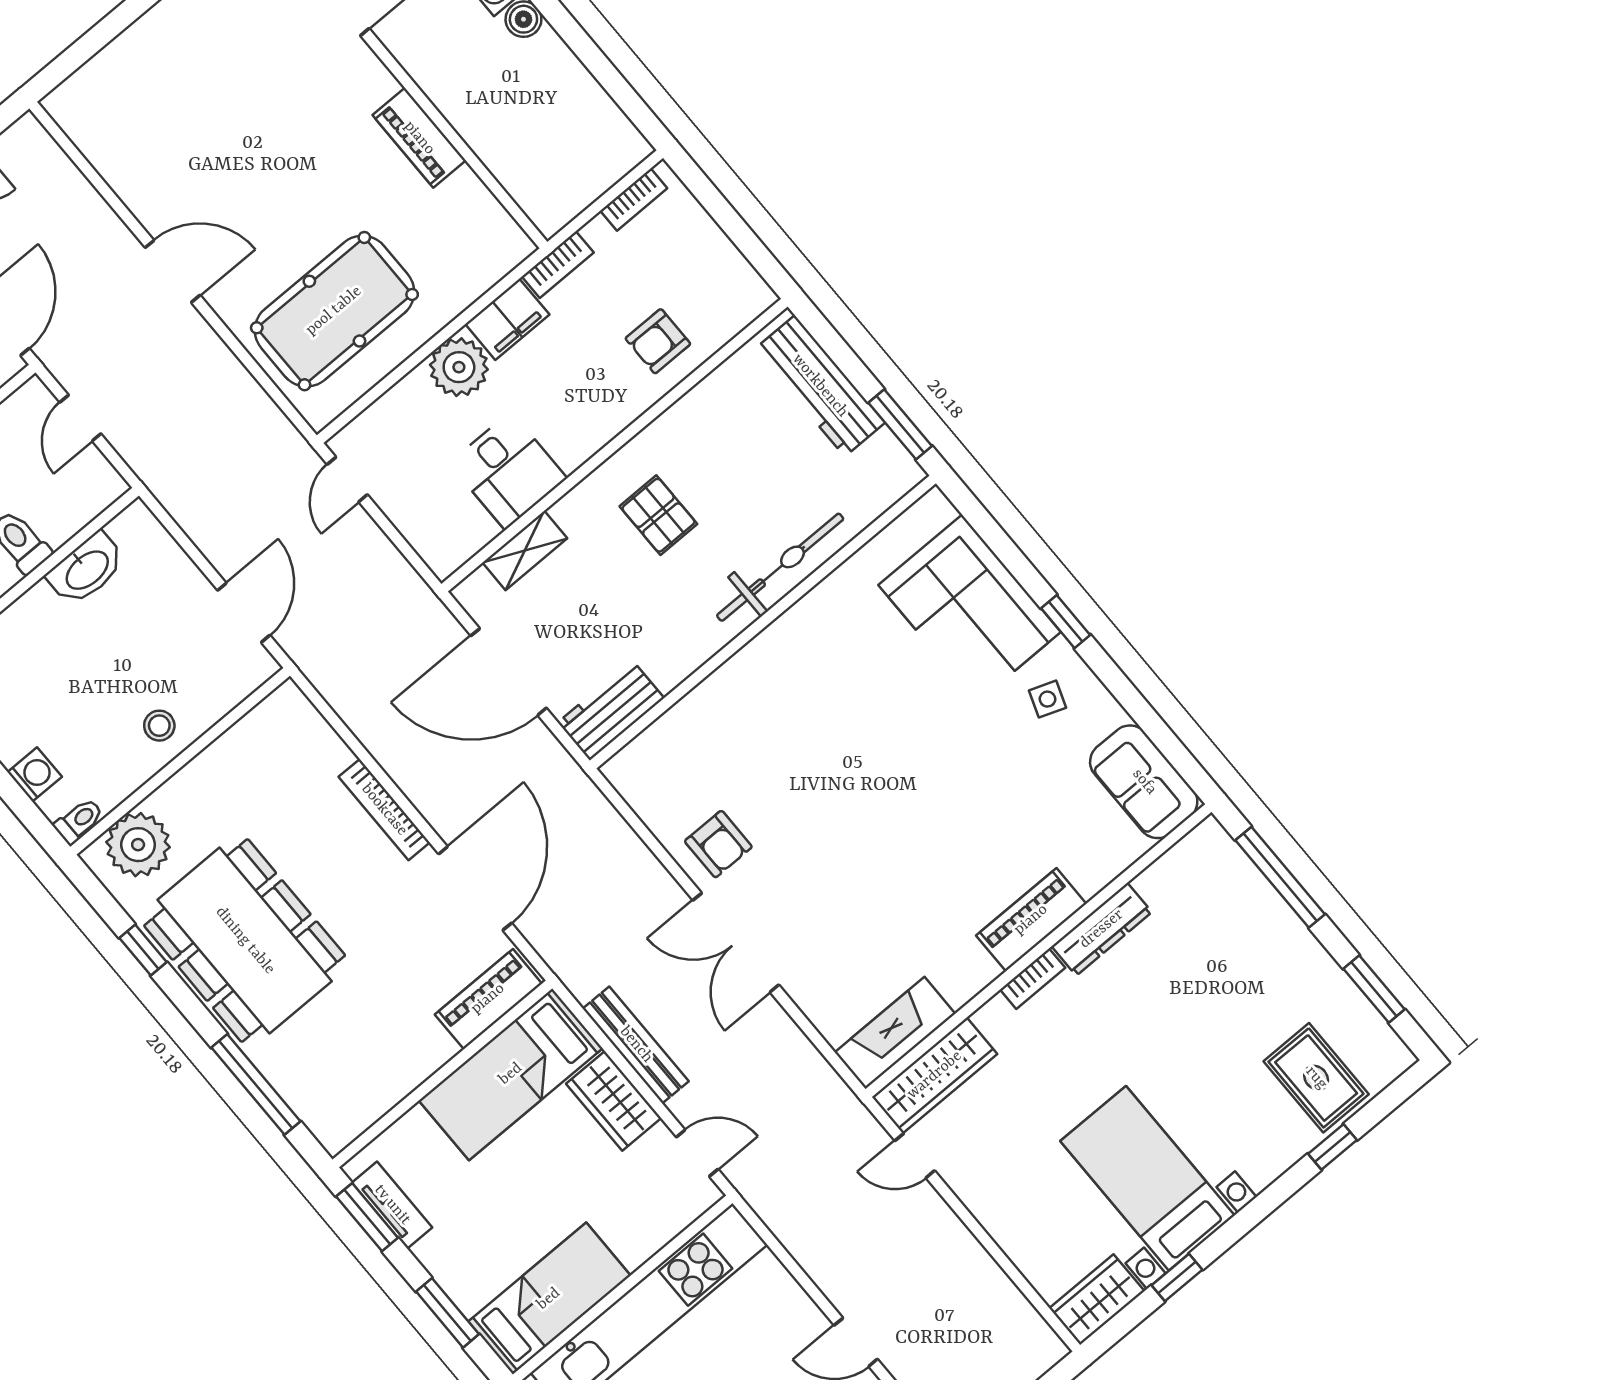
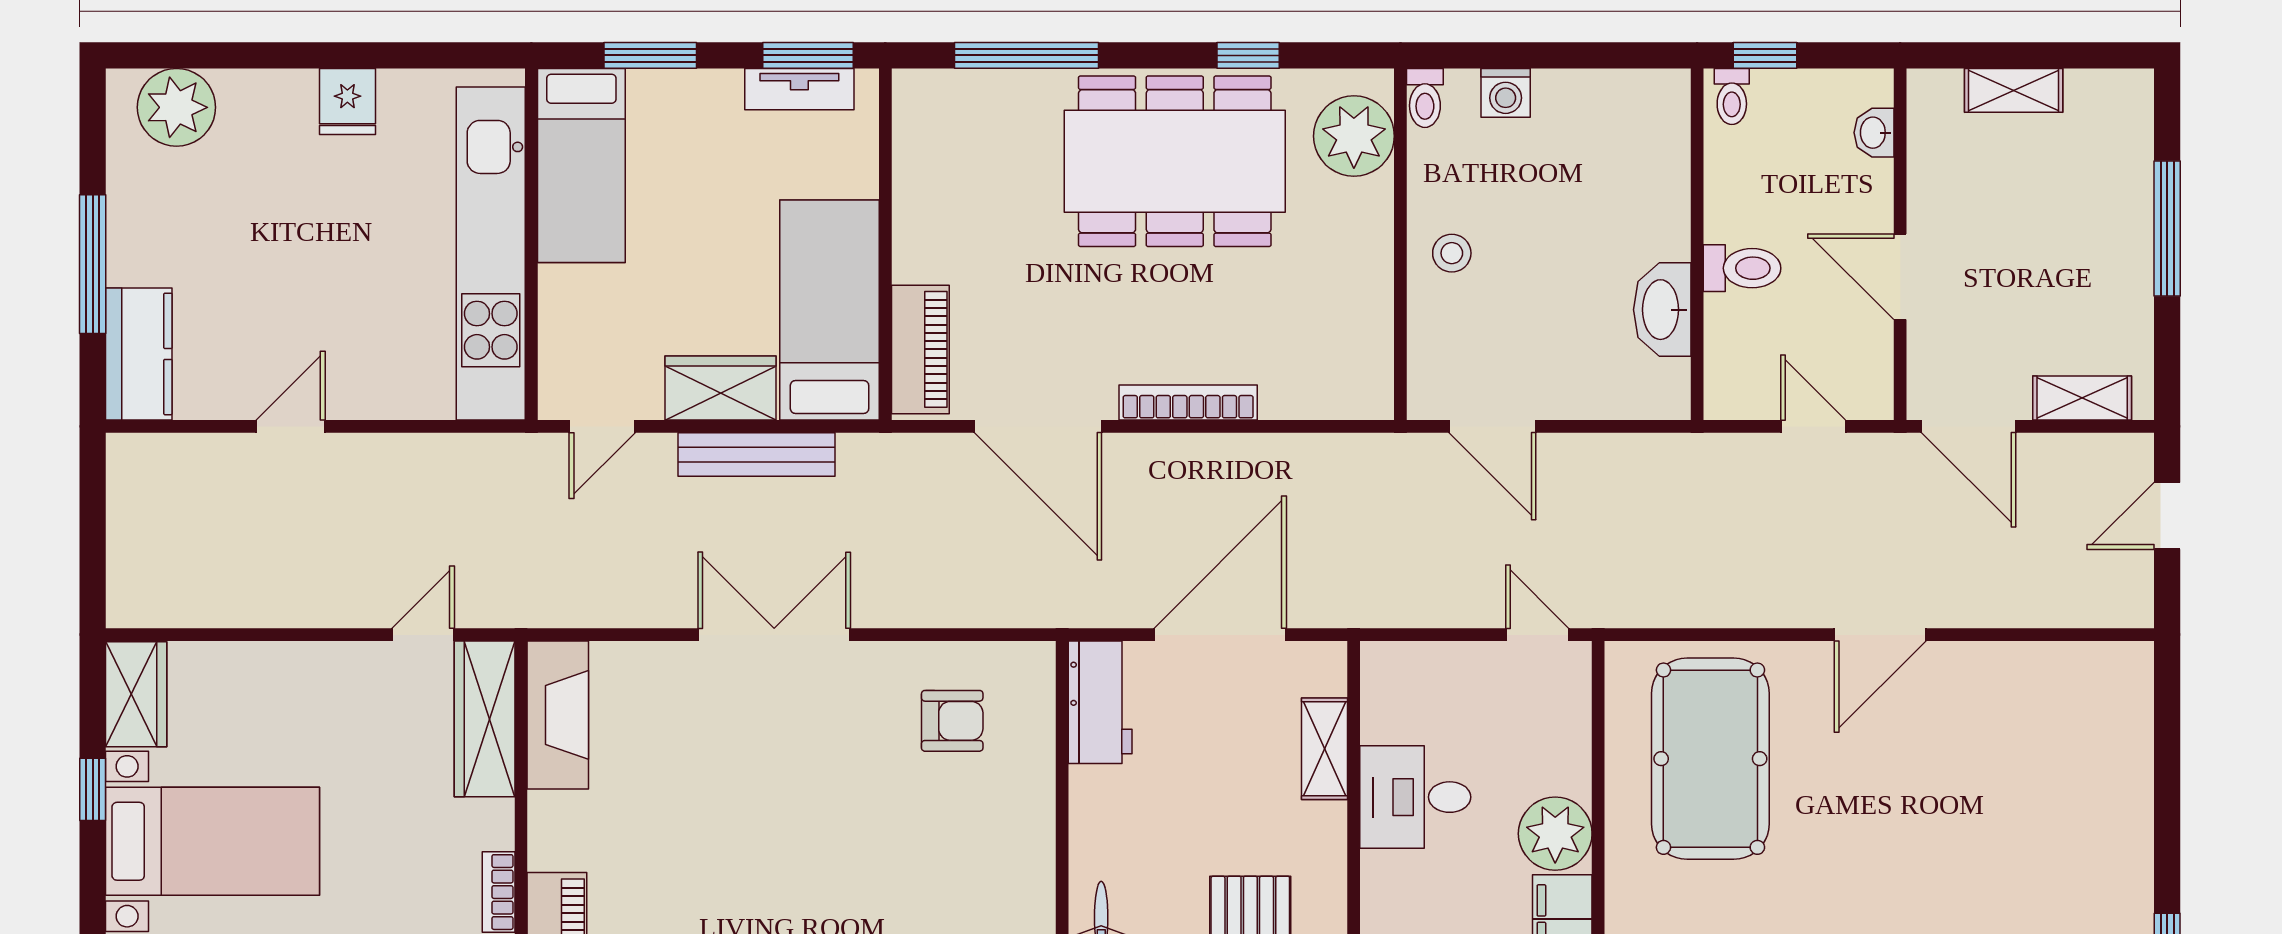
armchair: (718, 844) -> (952, 721), moved, turned 180

